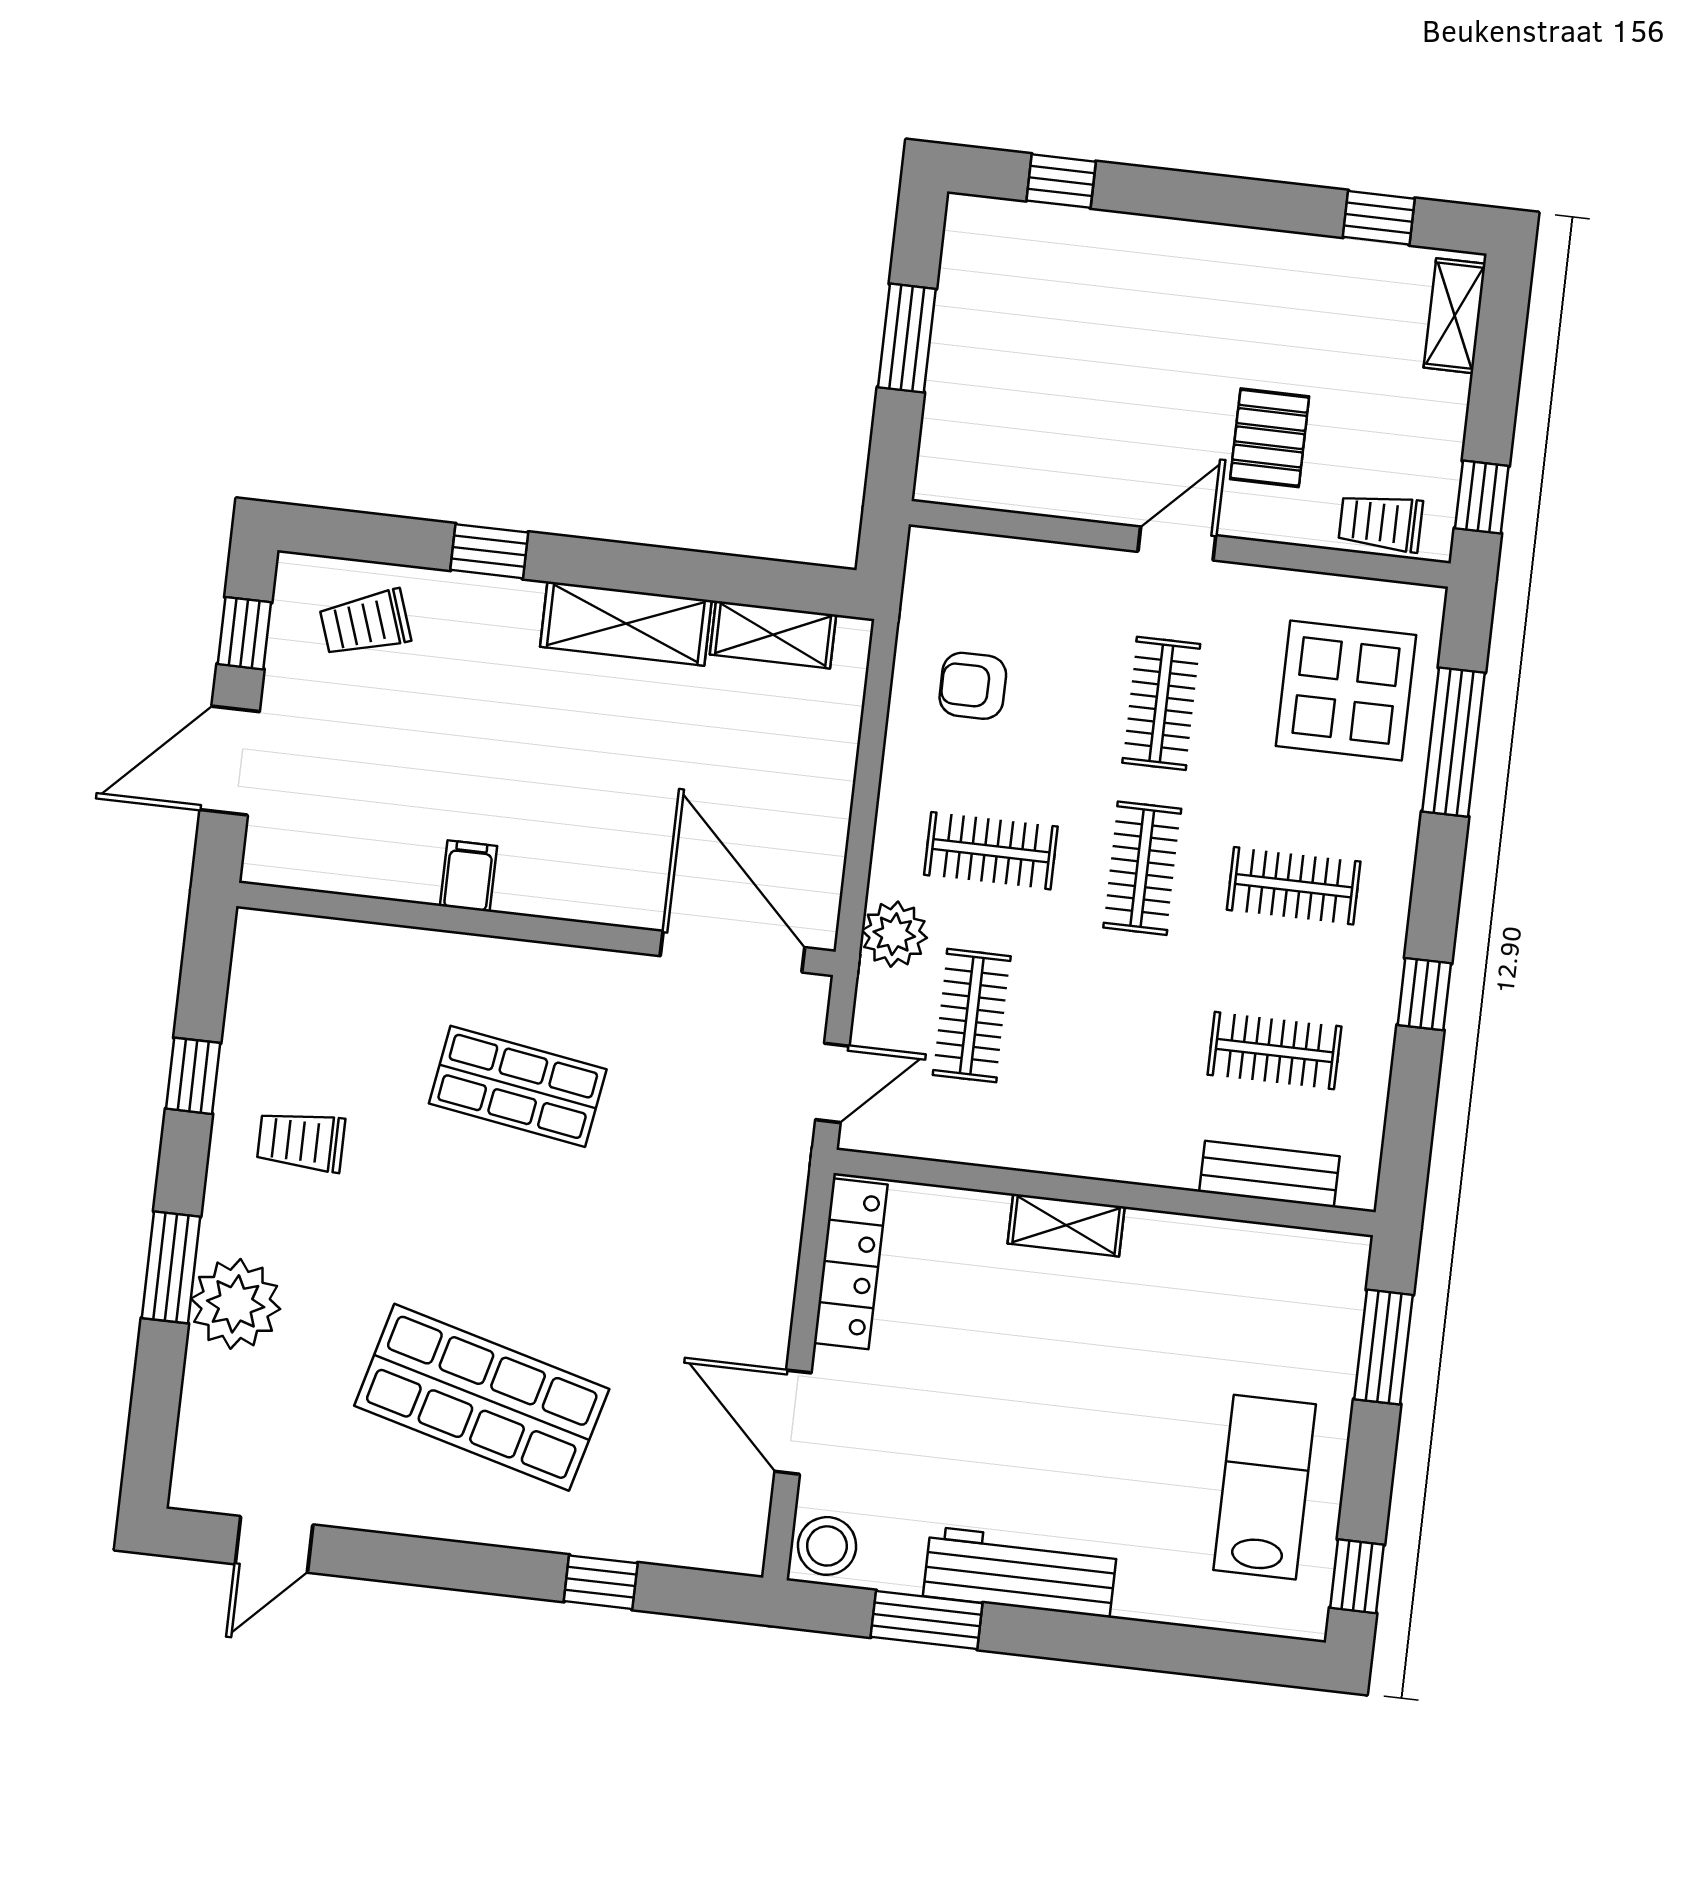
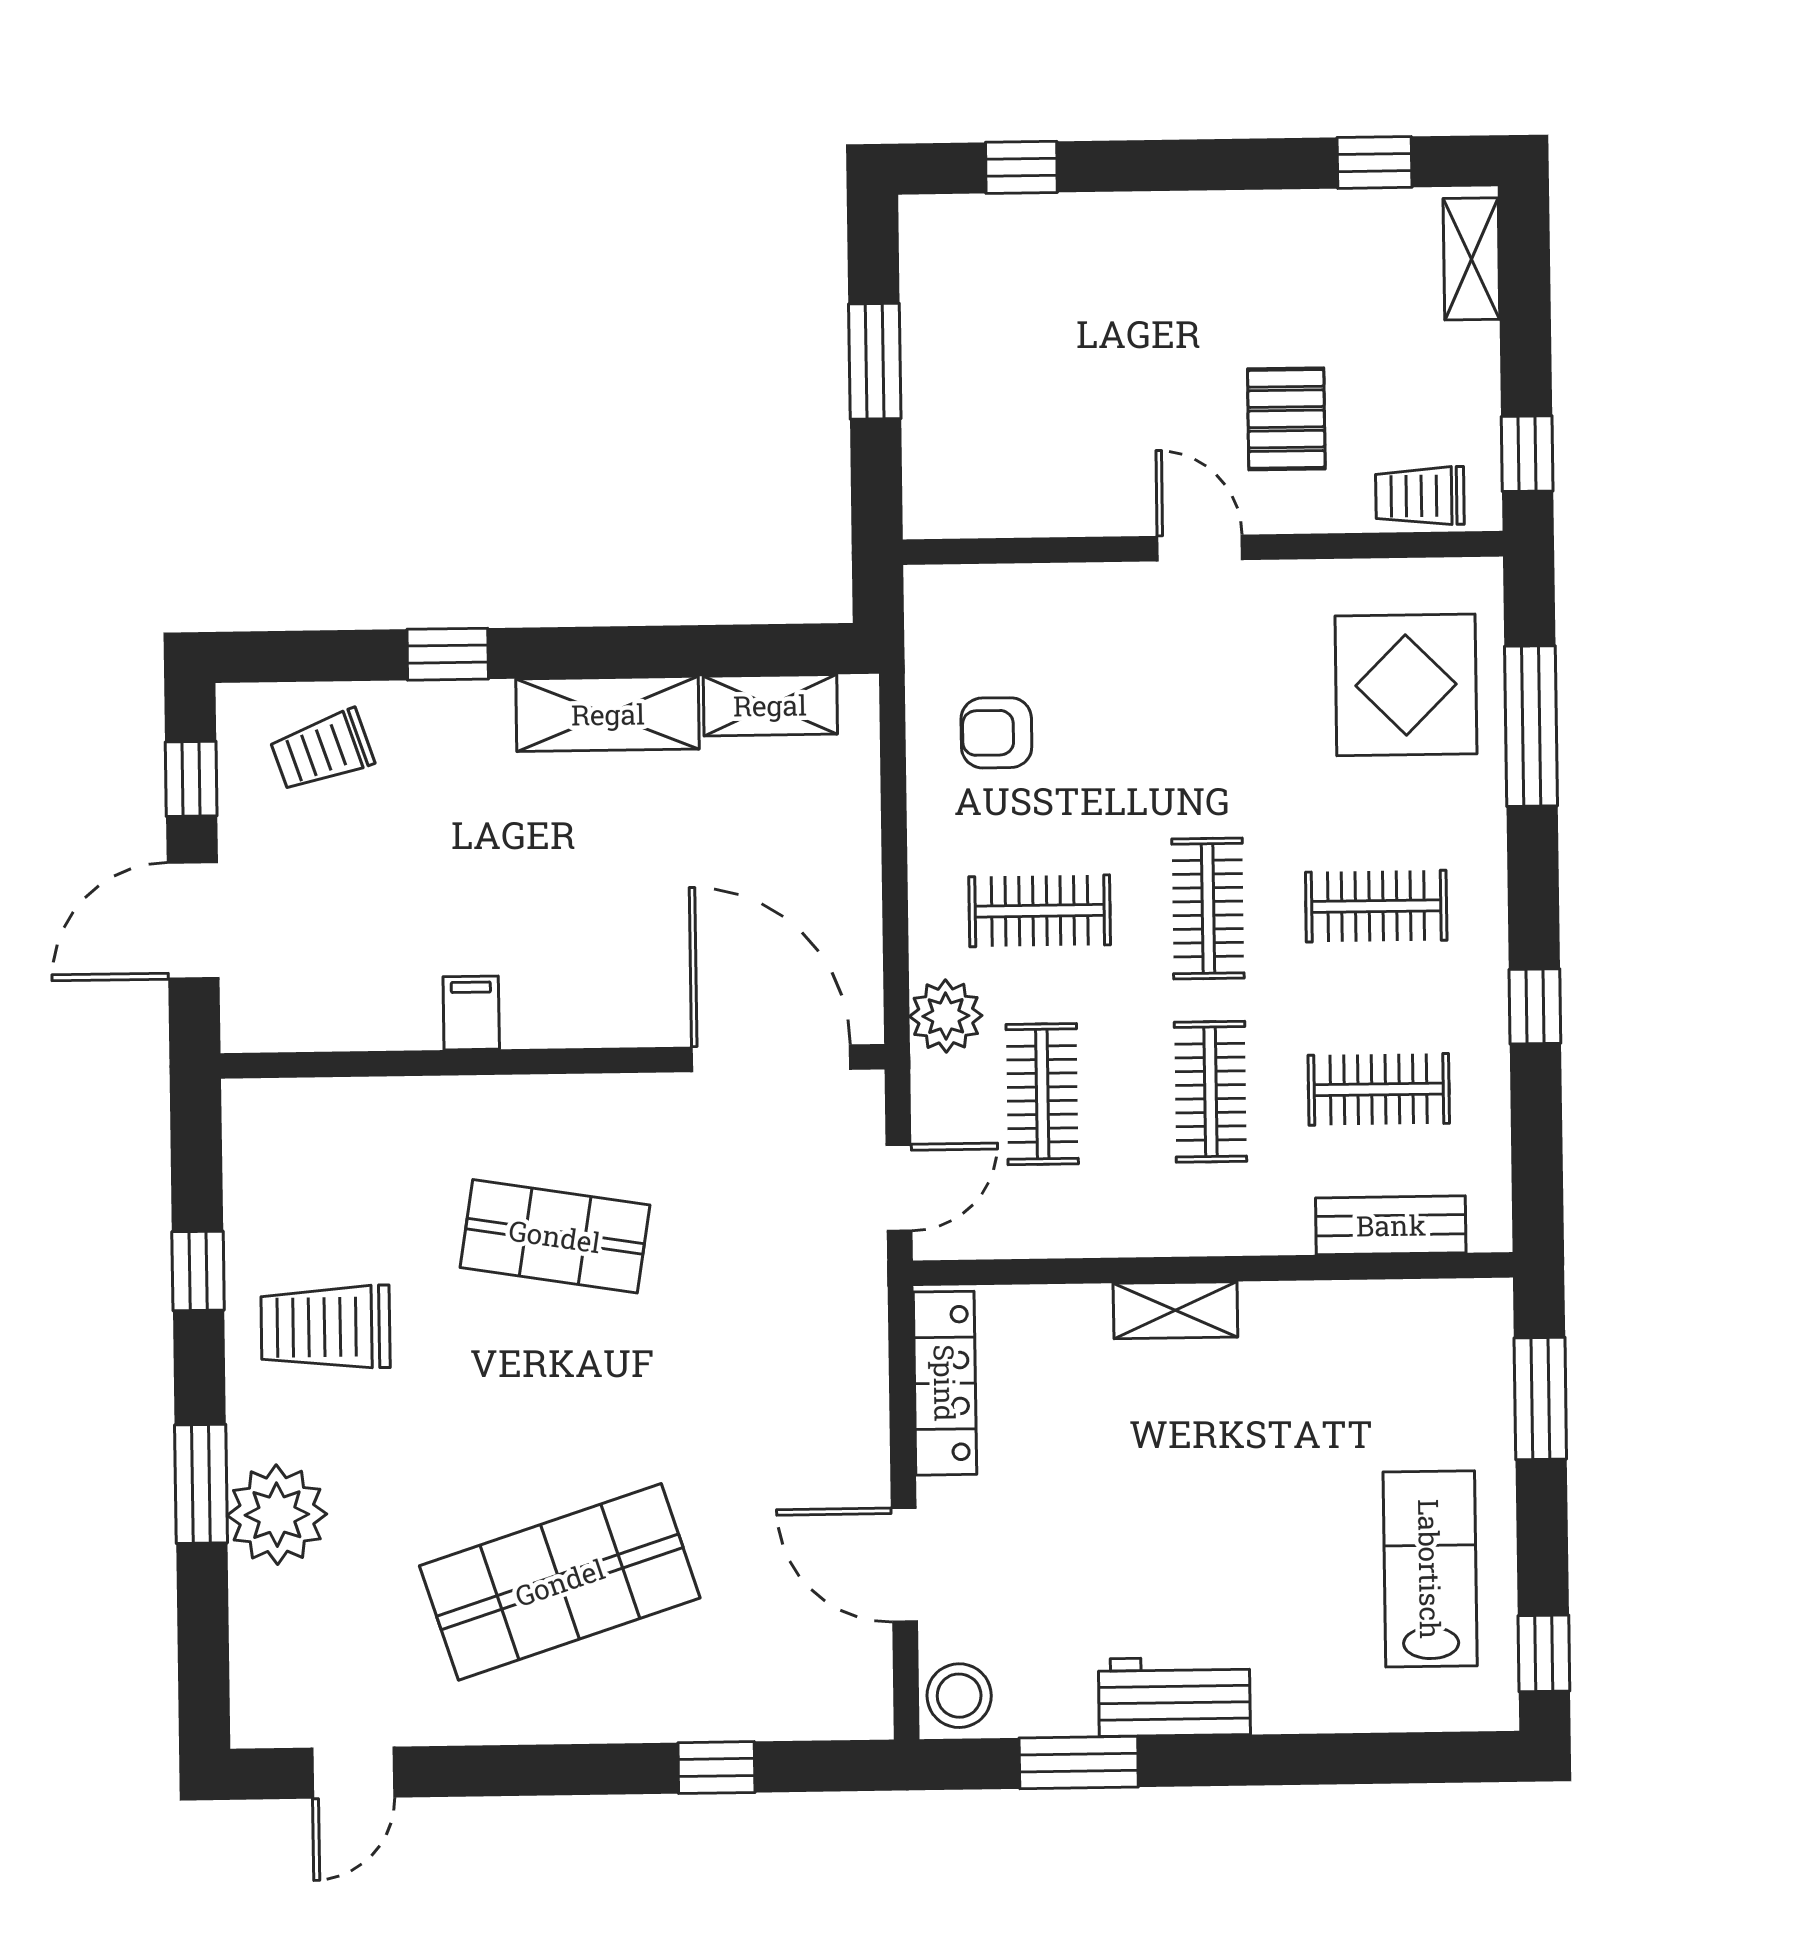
door: (1177, 544) -> (1200, 548), hinge flipped
clothes rail: (1161, 703) -> (1210, 1092), moved
trolley: (301, 1141) -> (325, 1327), width x1.36, depth x1.39
shop shelf: (482, 1397) -> (560, 1582), turned -33
workbench: (1020, 1572) -> (1174, 1697), width x0.73

